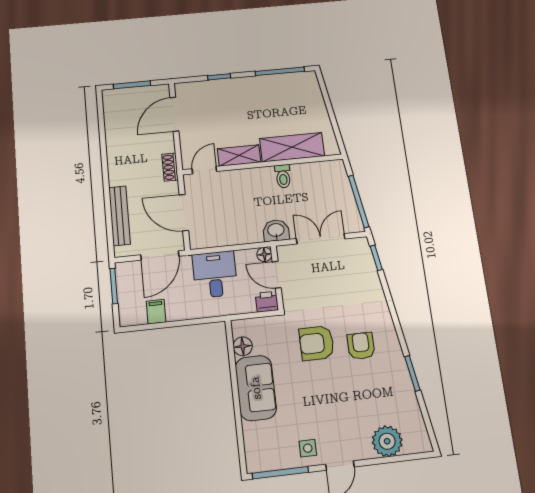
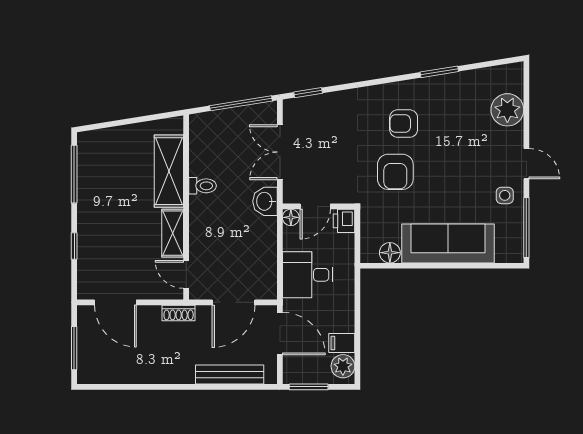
plant: (135, 315) -> (343, 366), added
sofa: (256, 388) -> (448, 243), width x1.36

